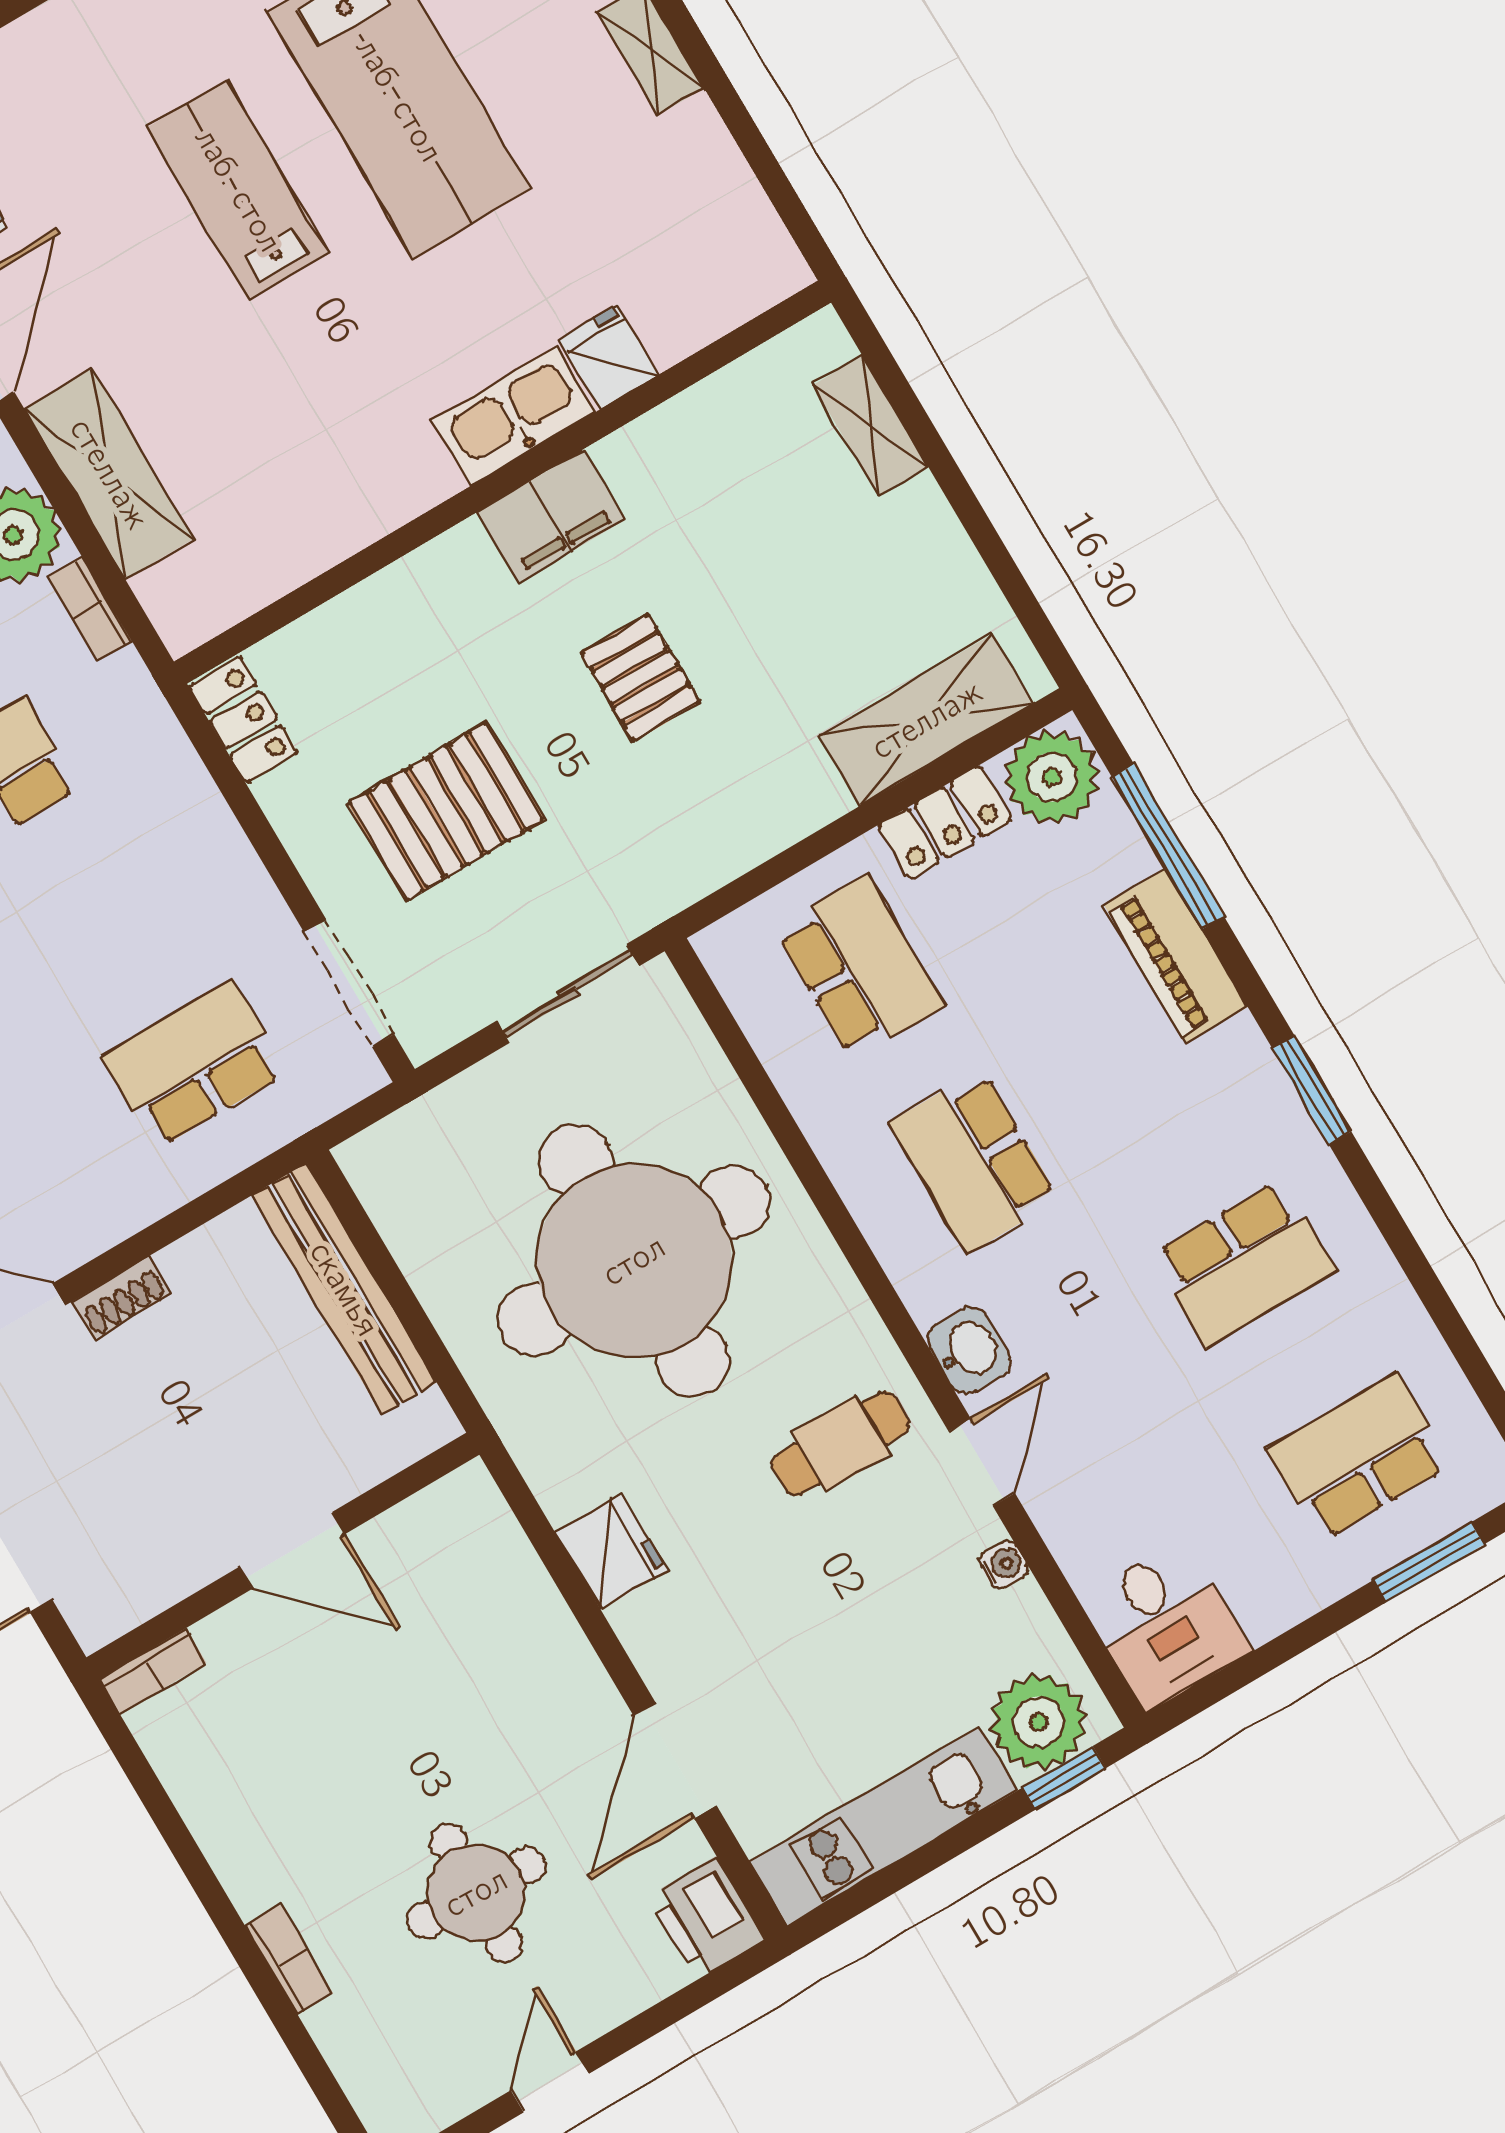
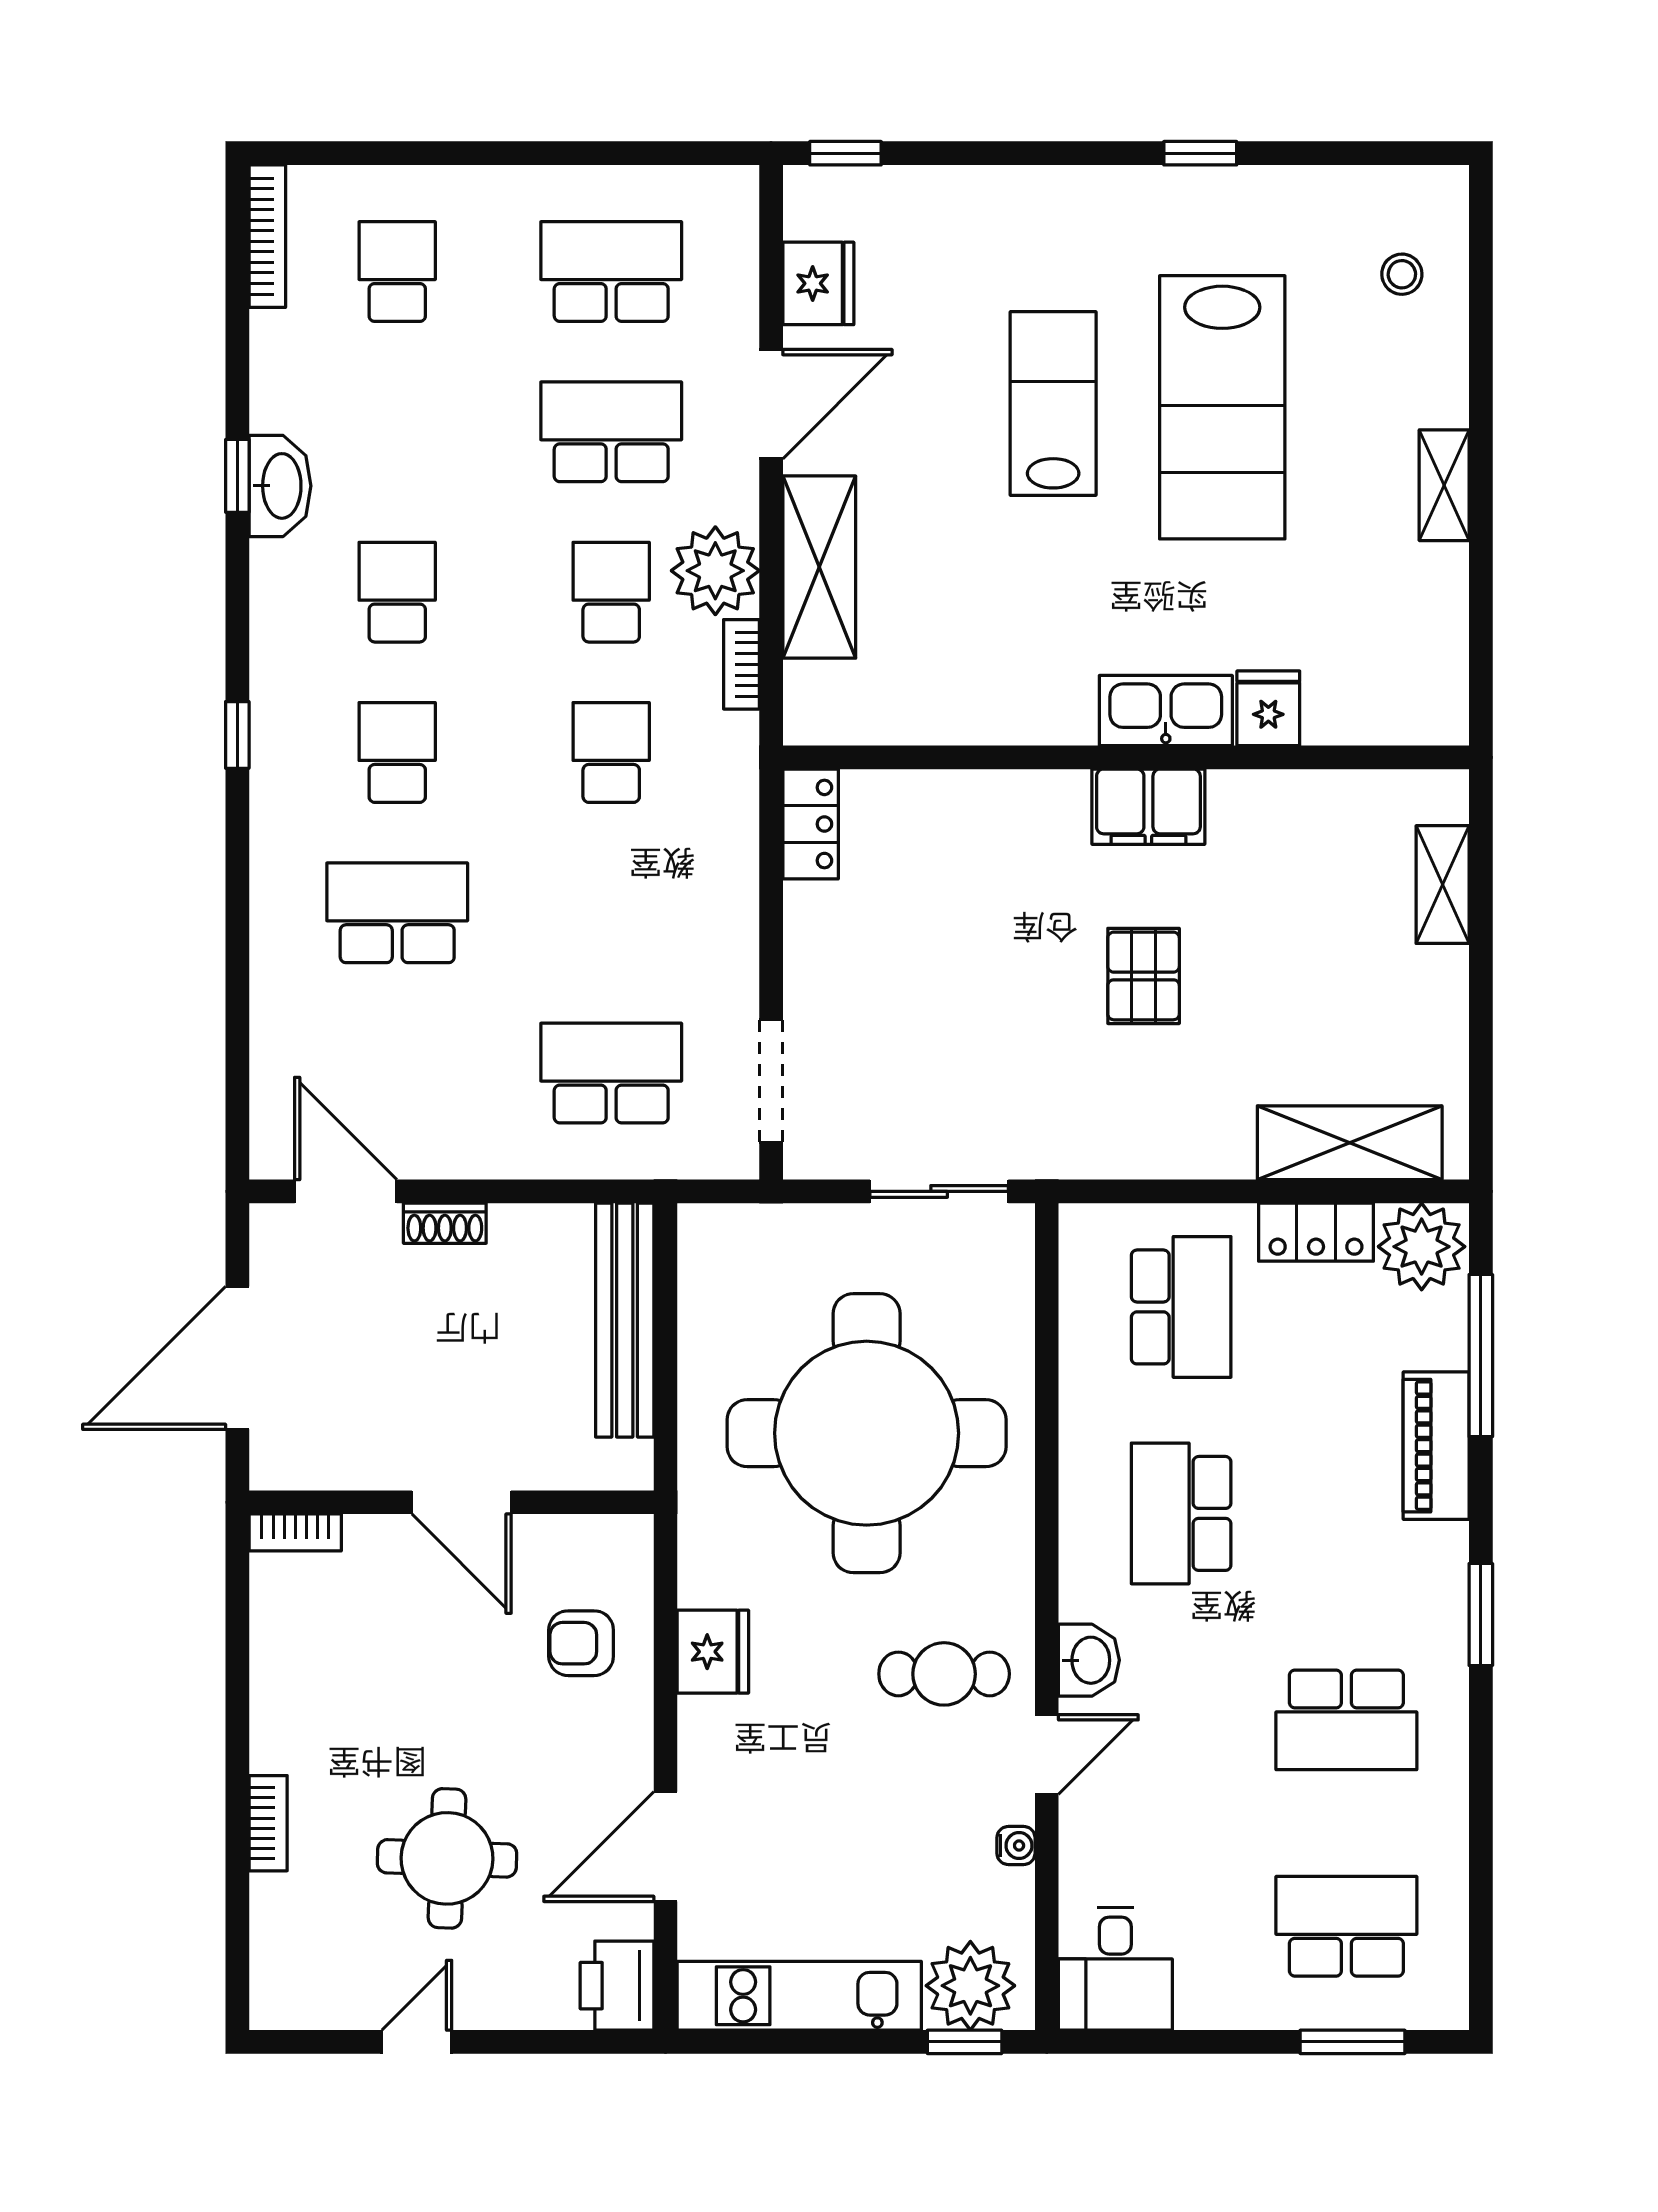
pallet: (446, 811) -> (928, 991), removed
armchair: (483, 1616) -> (581, 1643), added

